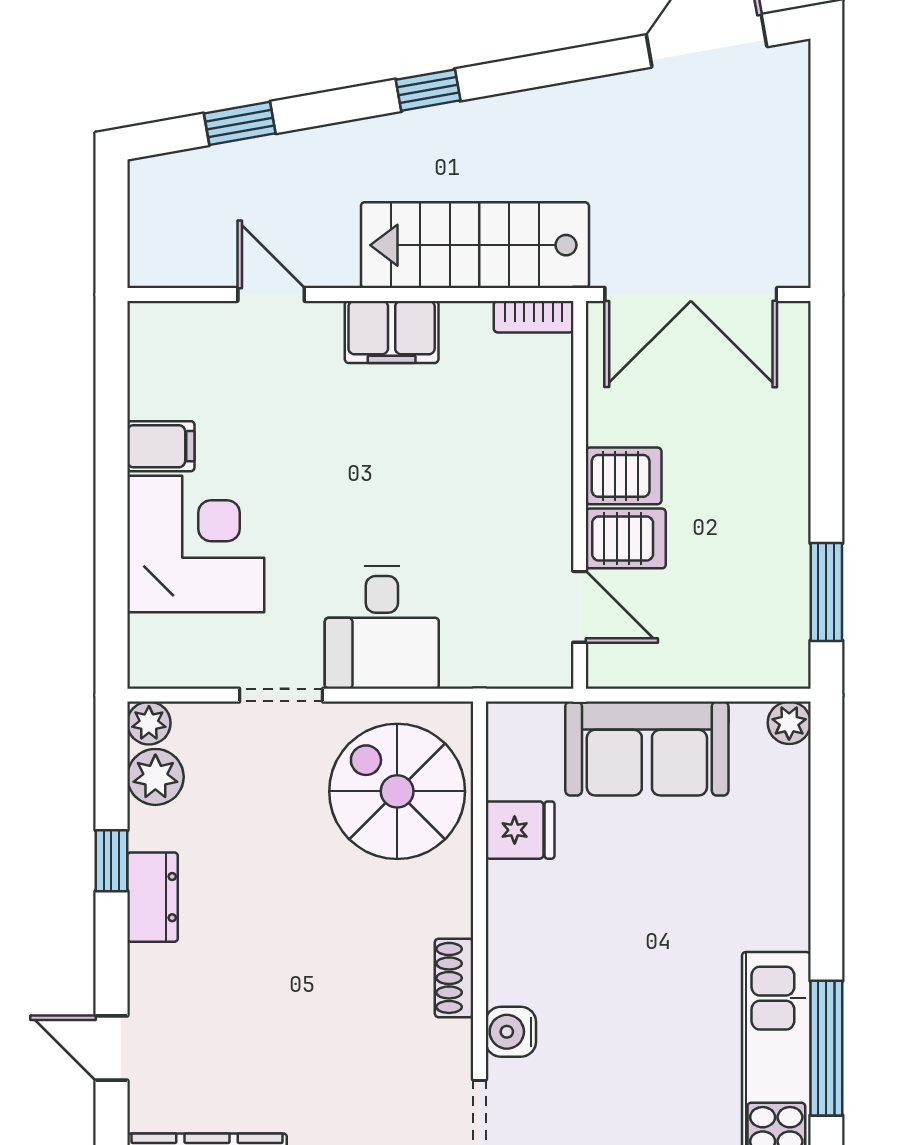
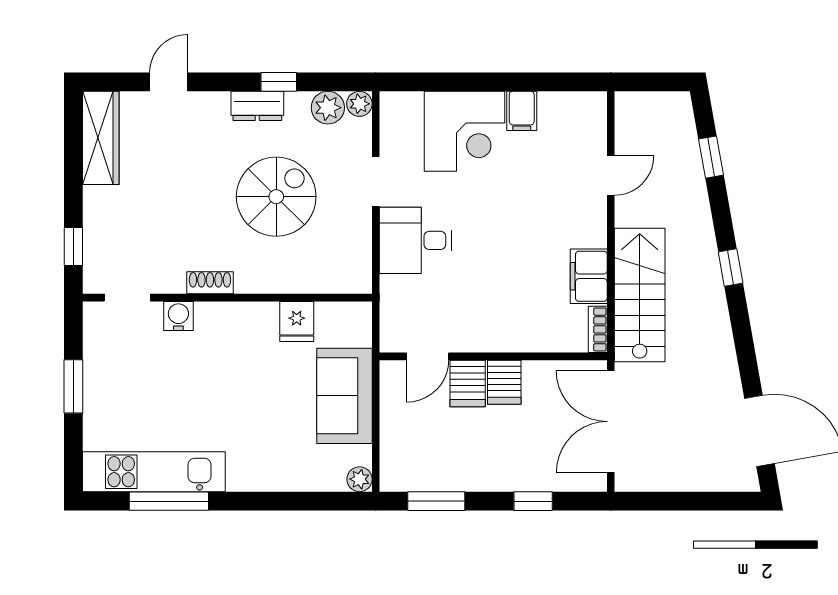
filing cabinet: (392, 332) -> (589, 276), moved
window: (826, 427) -> (533, 501), added
spiral stairs: (397, 791) -> (276, 197), moved

